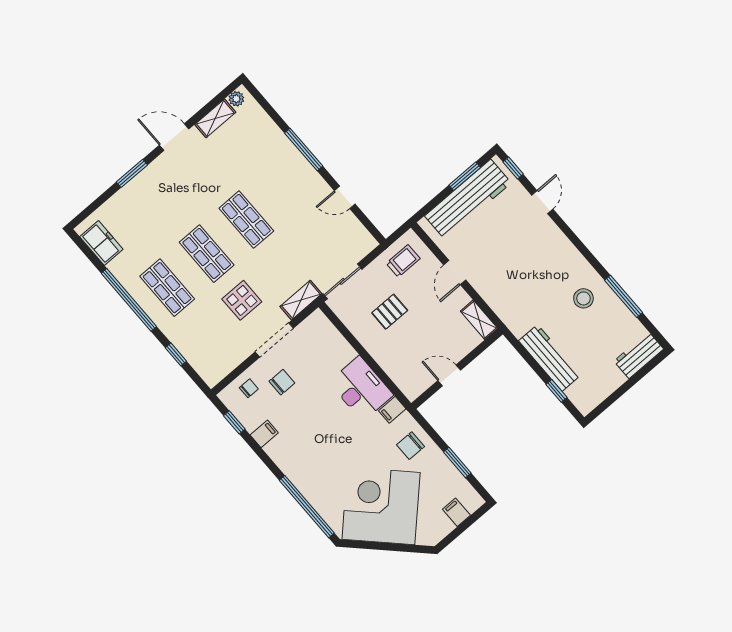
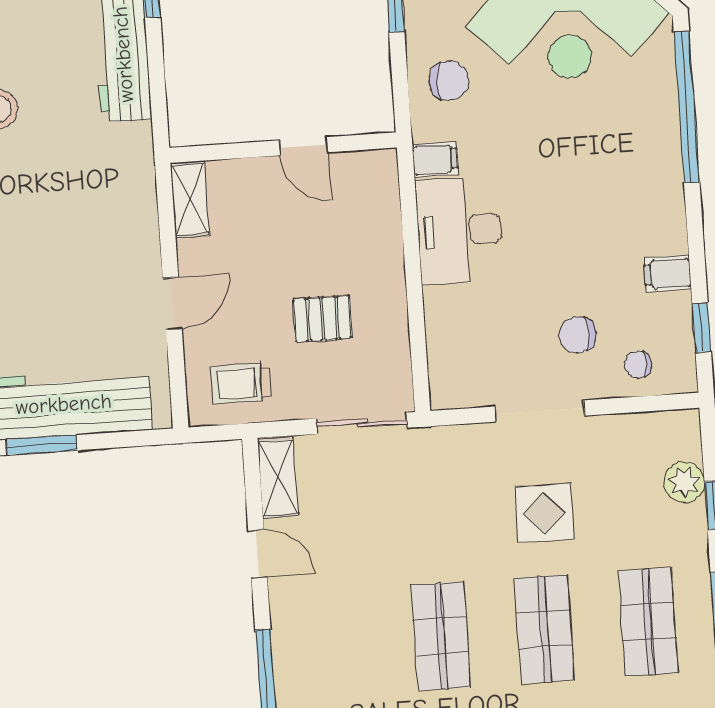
shelving: (301, 300) -> (278, 478), moved, turned 90
plant: (195, 355) -> (684, 482), added

